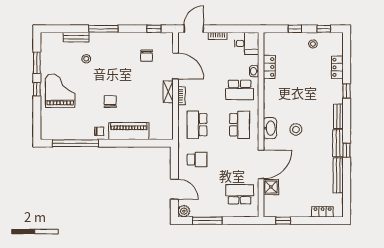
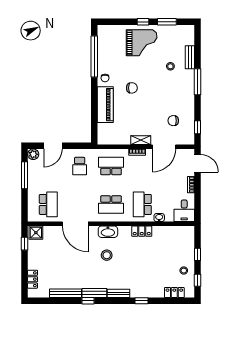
locker: (269, 67) -> (142, 231), moved
locker: (337, 67) -> (174, 293), moved
shower: (271, 187) -> (36, 233), moved

